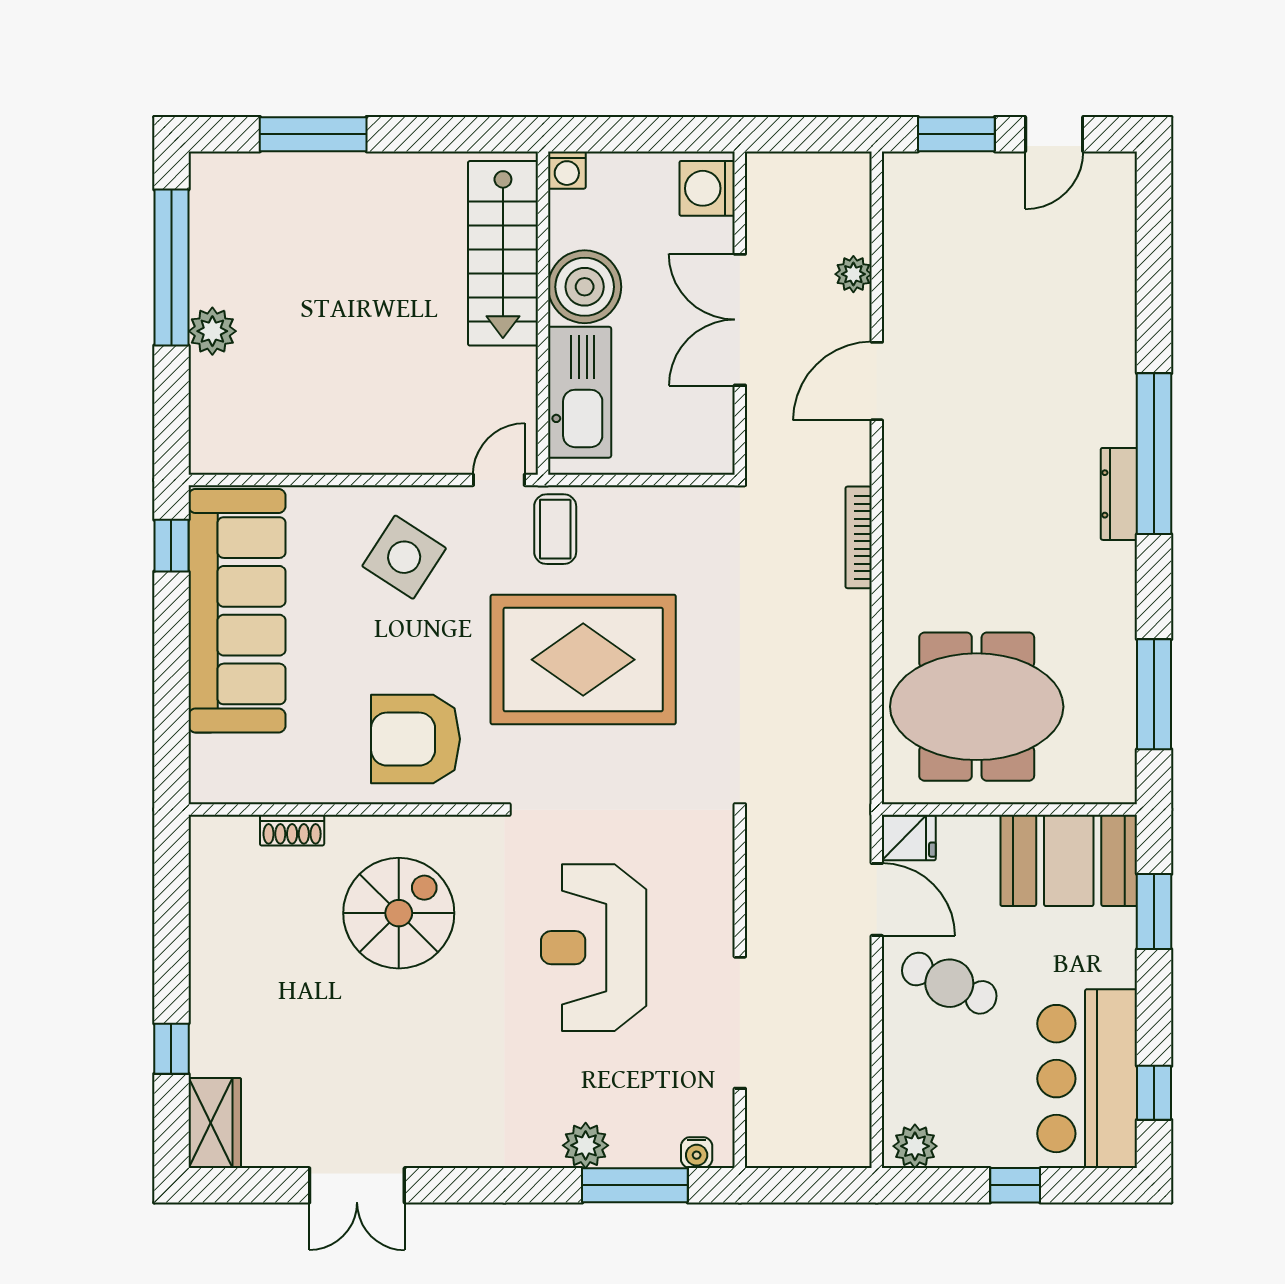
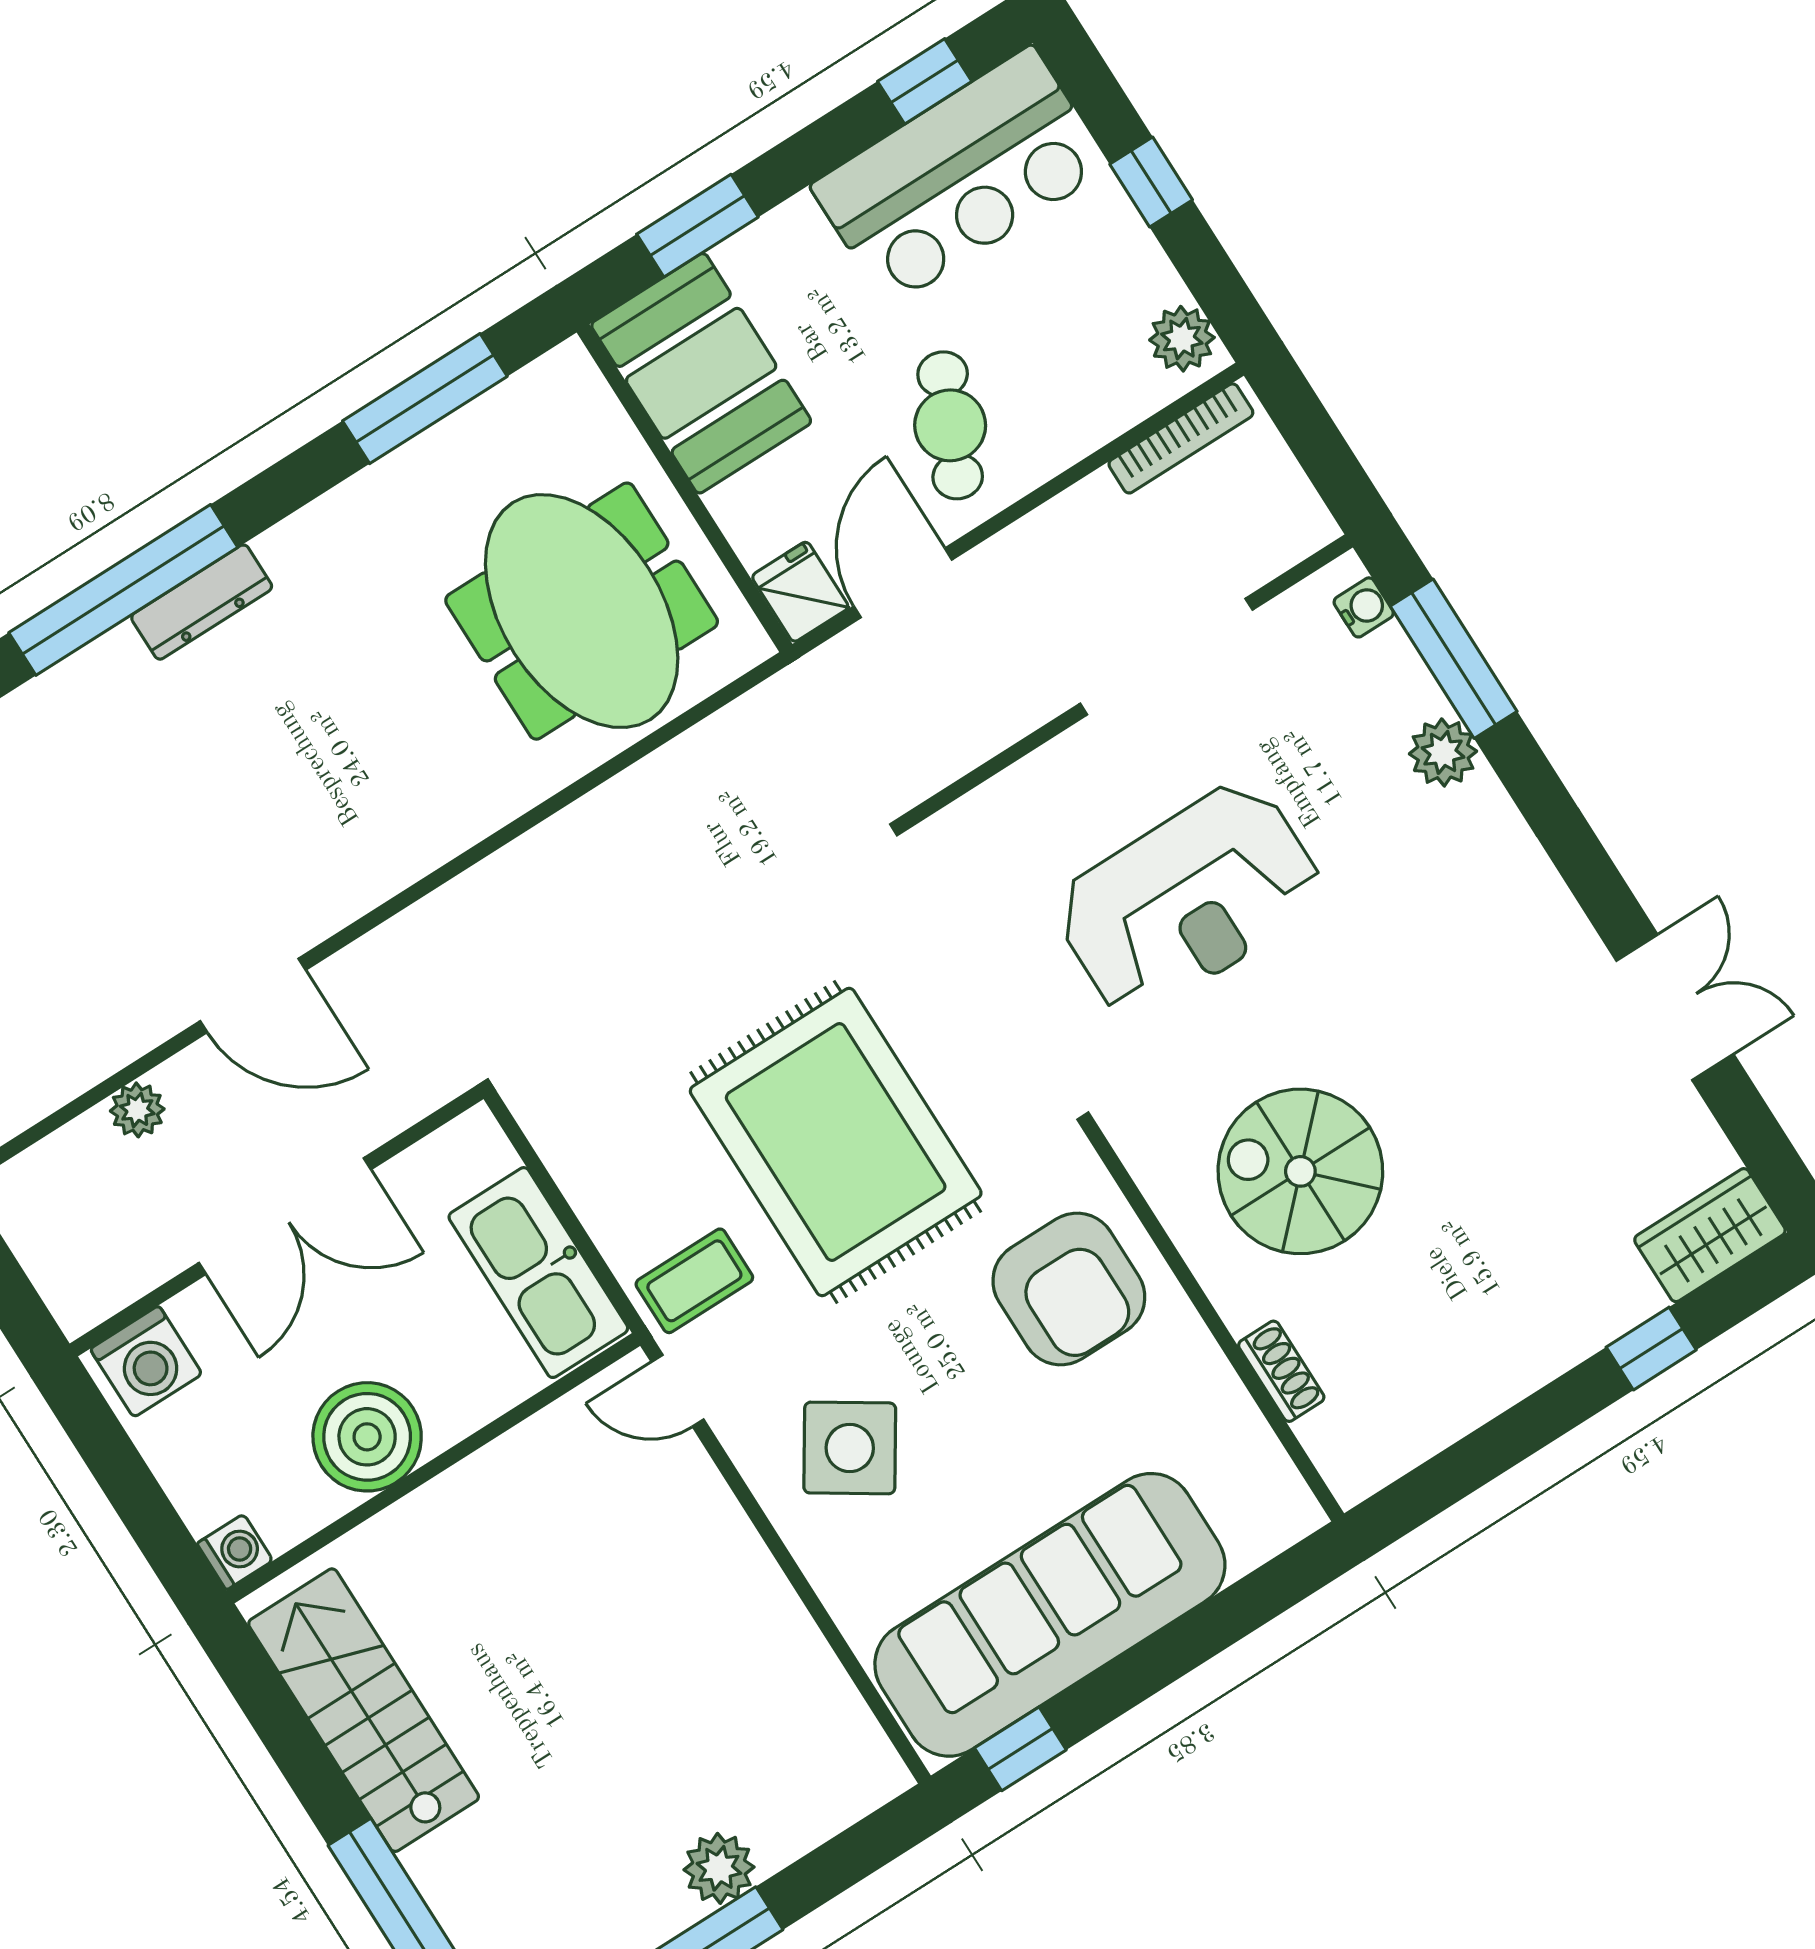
stairs: (503, 253) -> (364, 1710), moved, turned -90
kitchen sink: (580, 392) -> (538, 1273), moved, turned -90
bookcase: (859, 537) -> (1181, 438), moved

